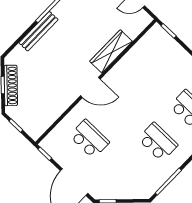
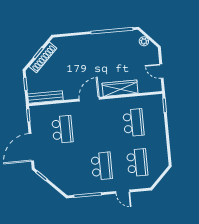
bench: (38, 31) -> (45, 97), moved
school desk: (153, 73) -> (134, 123), added
door: (90, 87) -> (89, 99), swing flipped

